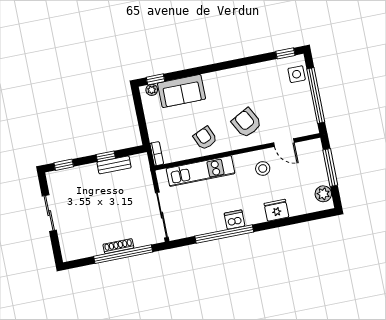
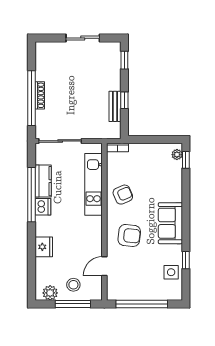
window: (285, 53) -> (186, 260), moved
side table: (297, 74) -> (171, 272), moved
sofa: (182, 91) -> (170, 223), moved
armchair: (247, 123) -> (129, 235), turned 34
stool: (263, 168) -> (73, 285), moved
kitchen counter: (208, 225) -> (43, 181), added

